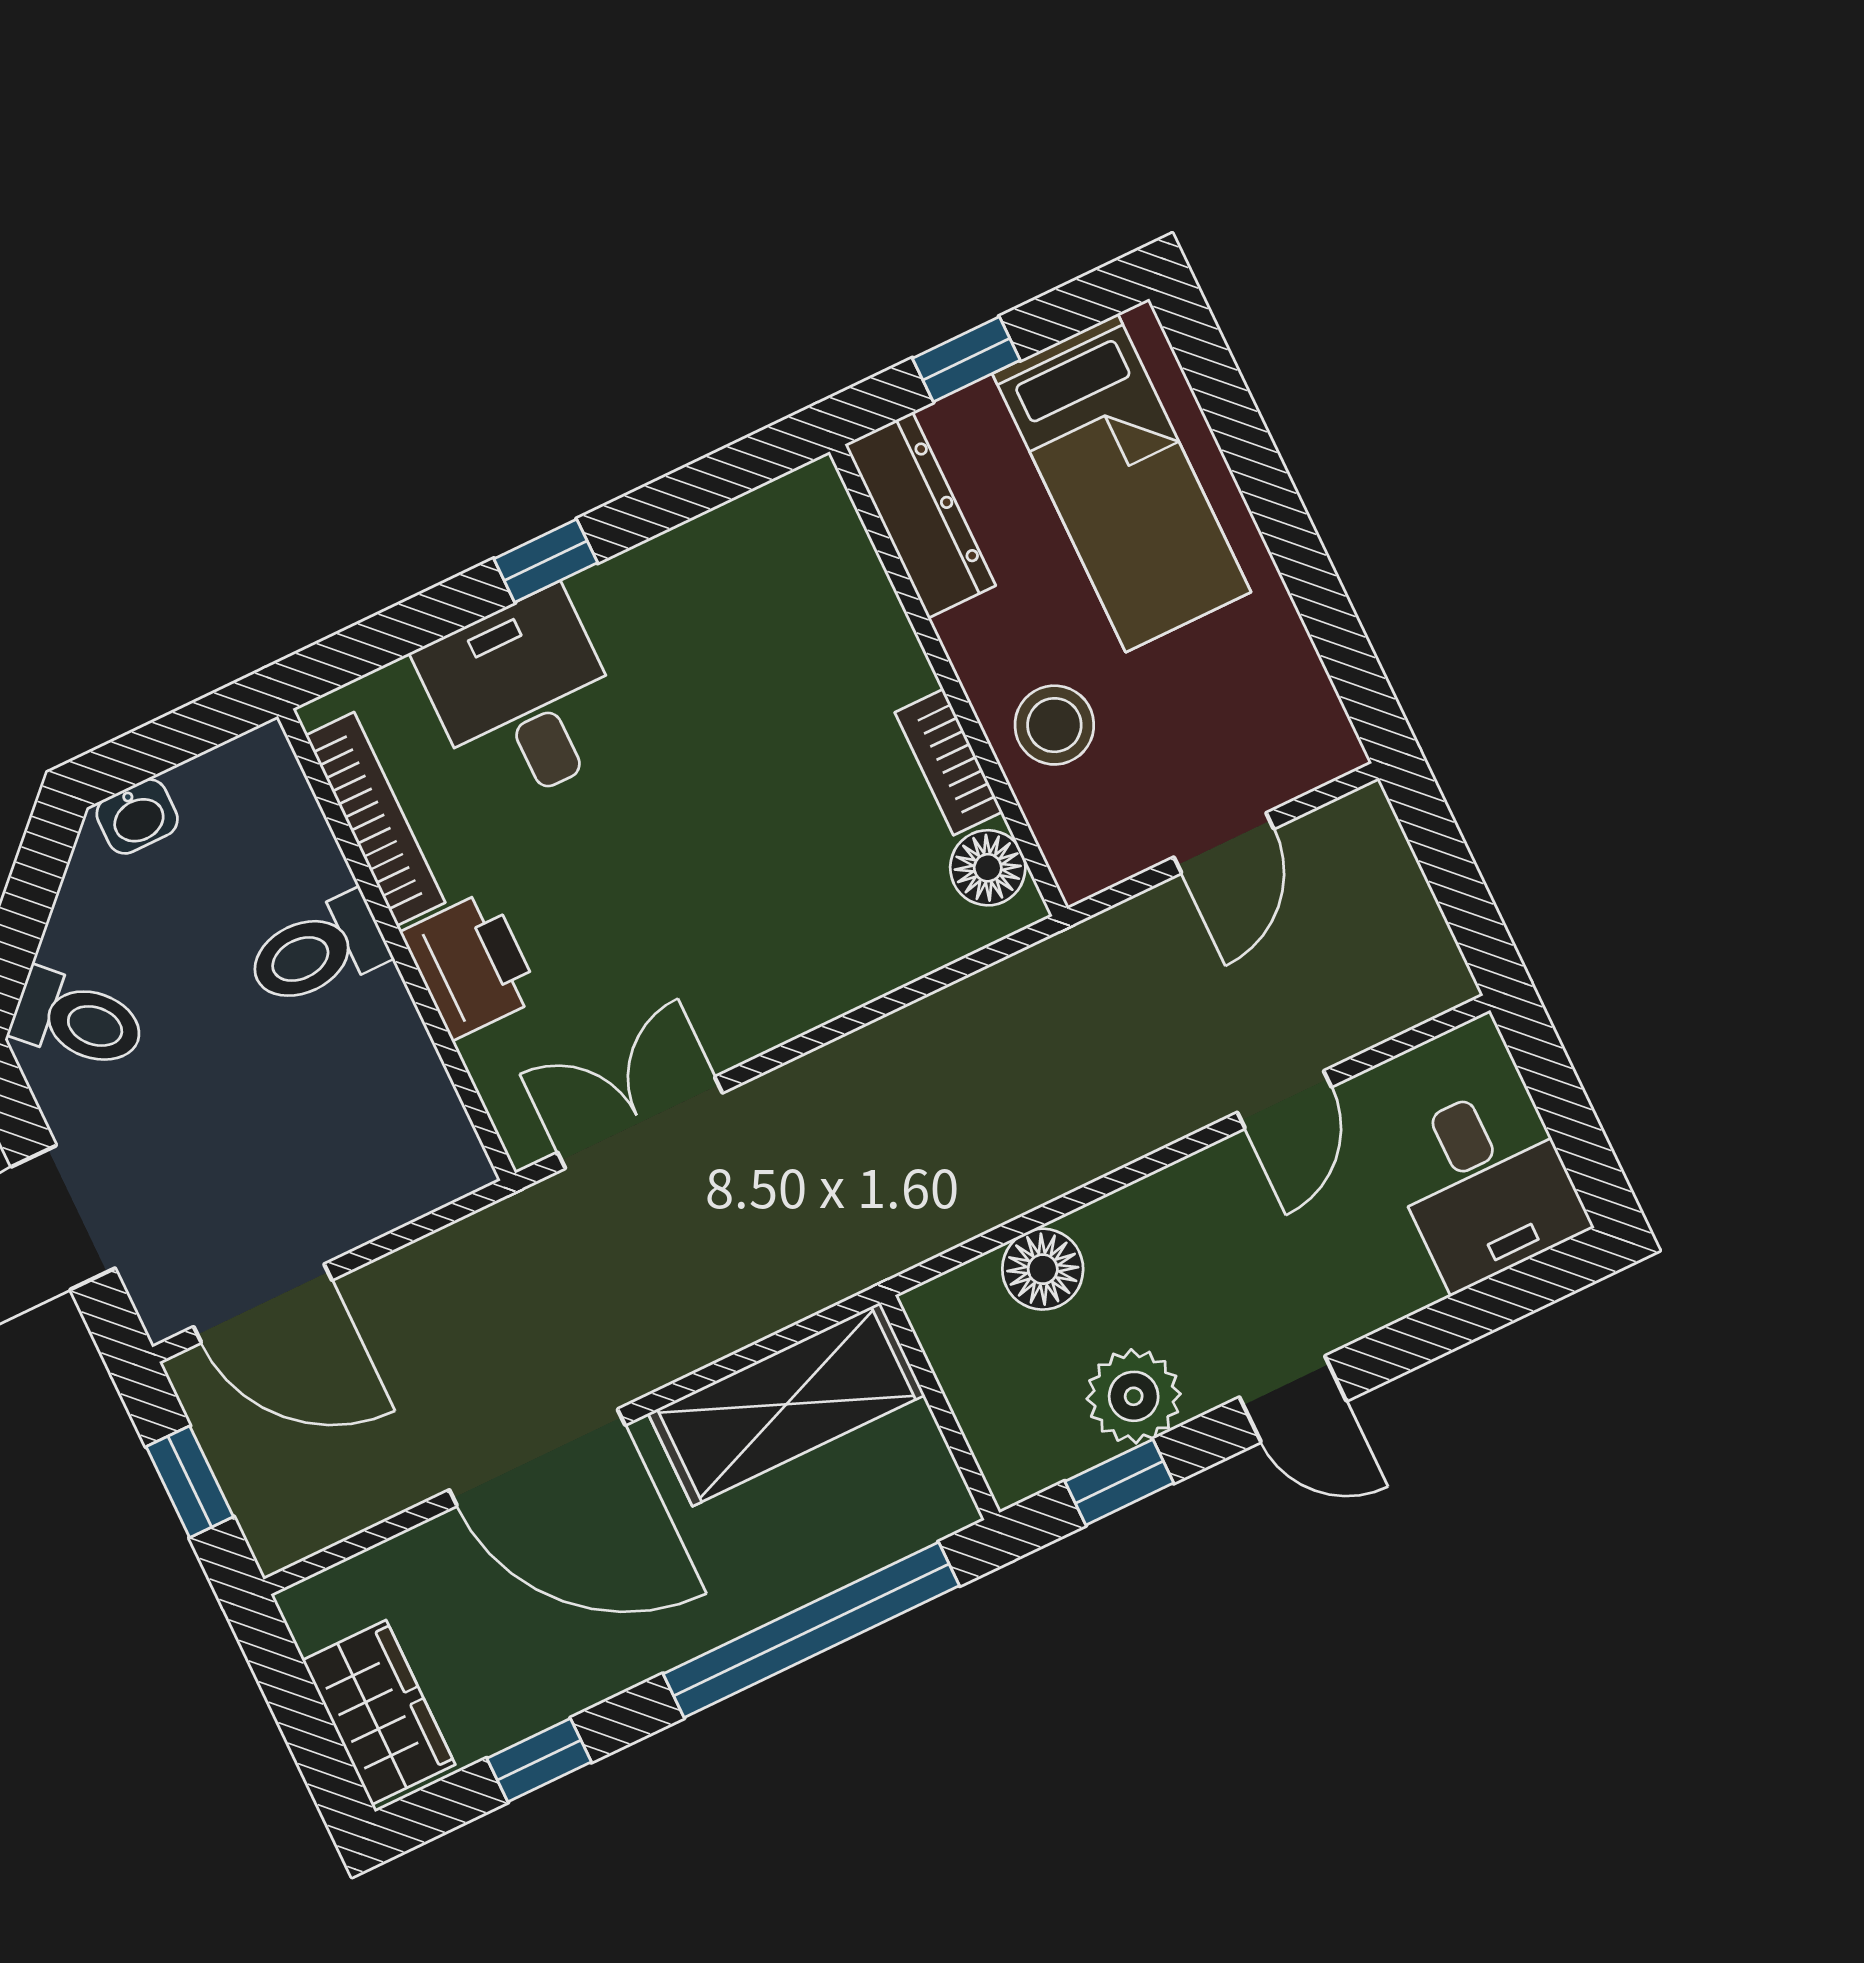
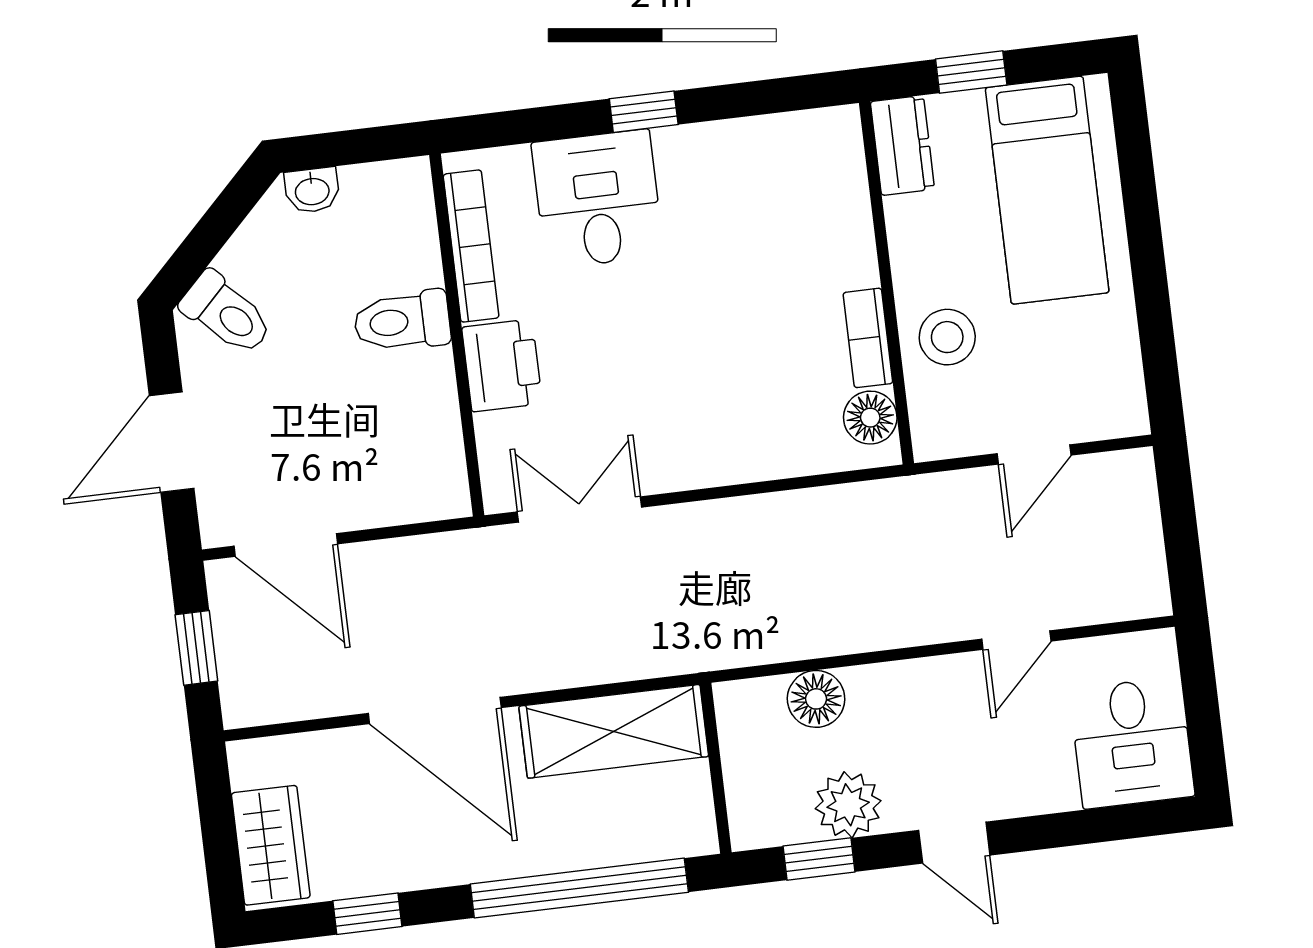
dresser: (920, 515) -> (902, 145), width x0.70

